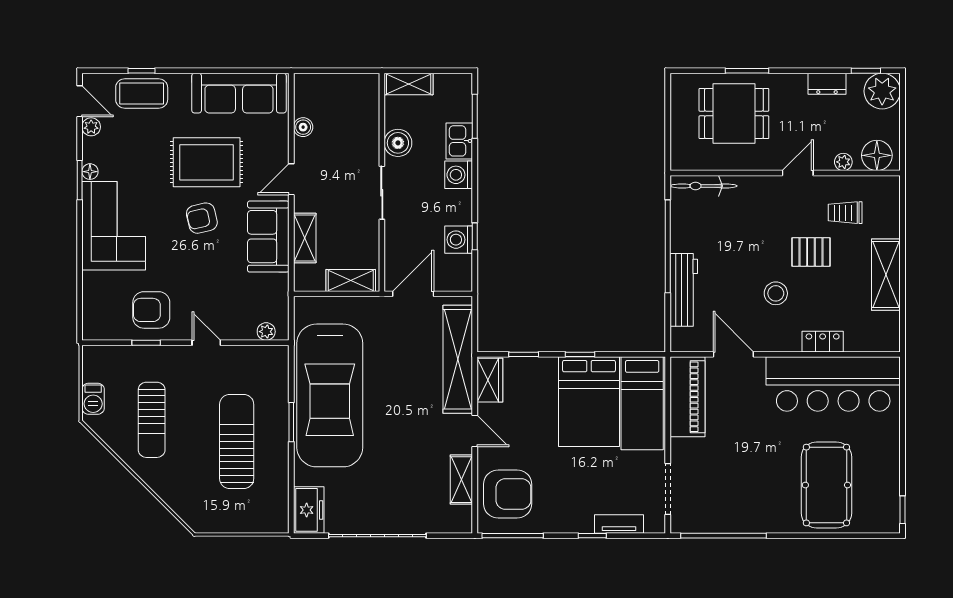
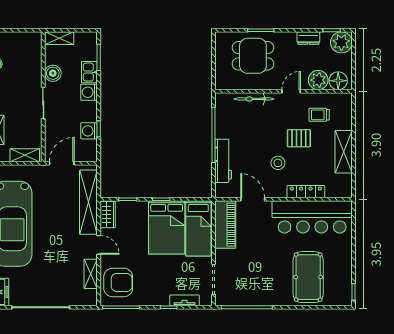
plant: (843, 162) -> (318, 80), width x1.88, depth x1.88
bicycle: (704, 186) -> (254, 99), moved
locker: (823, 342) -> (306, 192), width x1.53

